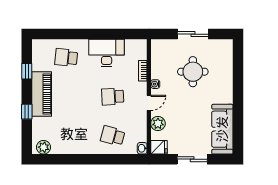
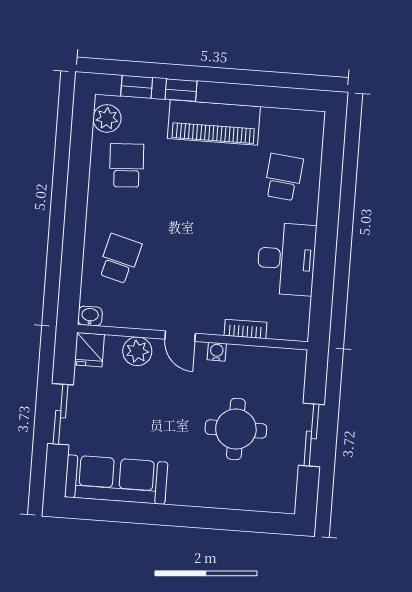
window: (27, 71) -> (137, 87), moved
school desk: (113, 97) -> (127, 165), moved

